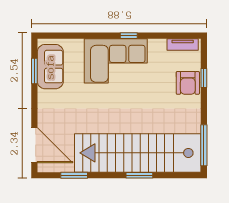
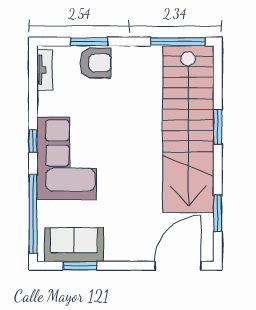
window: (74, 36) -> (33, 214), added
window: (204, 78) -> (89, 42), width x1.50

